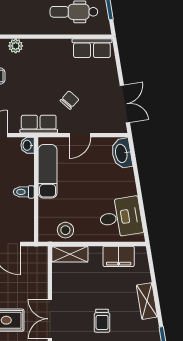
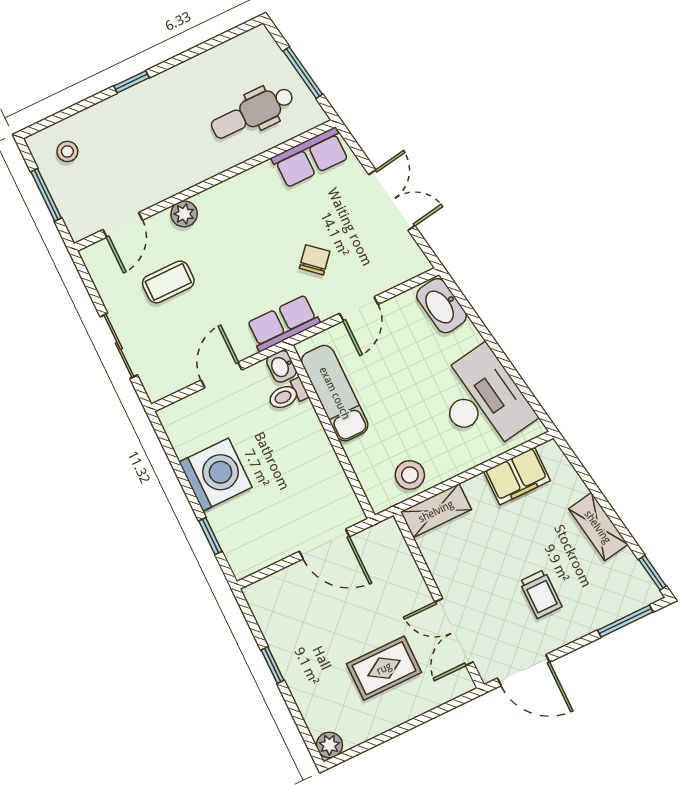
double door: (125, 104) -> (392, 200), moved
toilet: (24, 192) -> (288, 395), moved
desk: (121, 217) -> (482, 400), width x1.37

